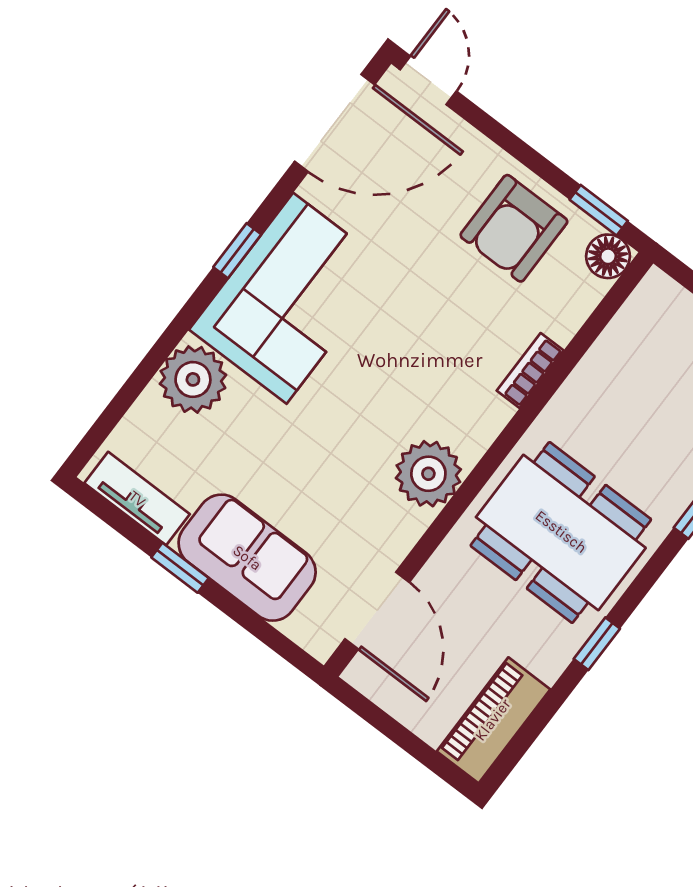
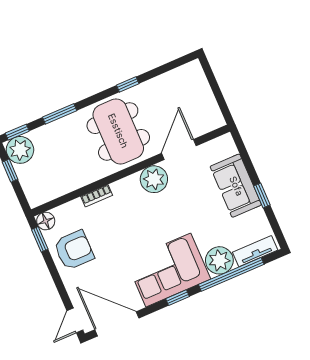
window: (151, 364) -> (231, 274), added
tv unit: (137, 499) -> (255, 251), moved, turned 90
door: (377, 611) -> (179, 150), moved
piano: (493, 720) -> (180, 78), removed

